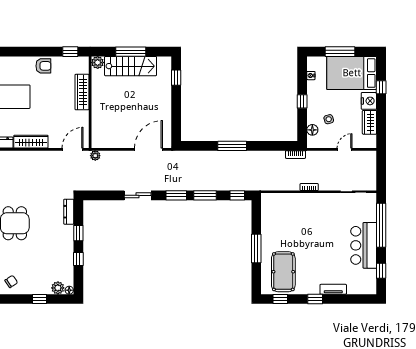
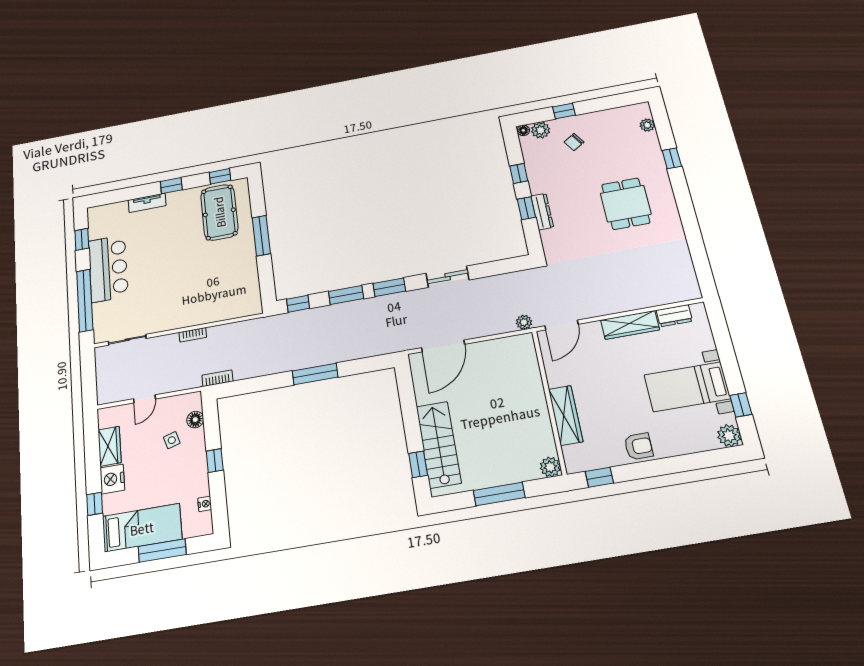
armchair: (43, 66) -> (639, 446), turned 180
stairs: (131, 66) -> (439, 445), moved, turned 90
bed: (352, 73) -> (142, 528), width x0.67
dresser: (69, 212) -> (542, 212), moved
chair: (11, 282) -> (574, 142), moved

